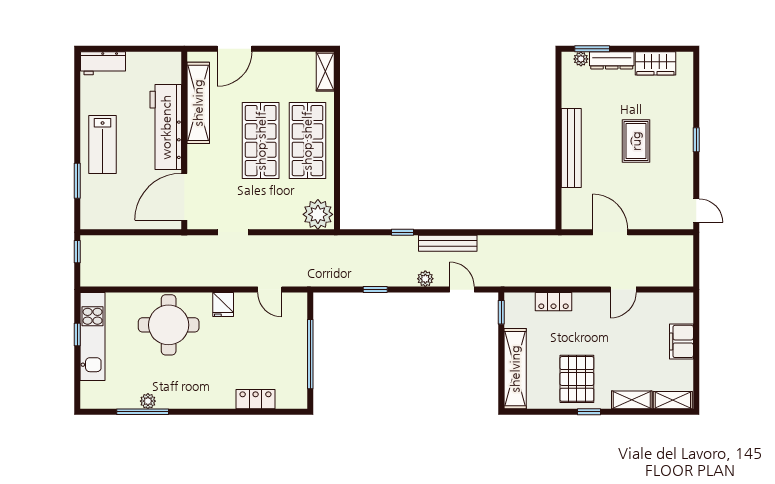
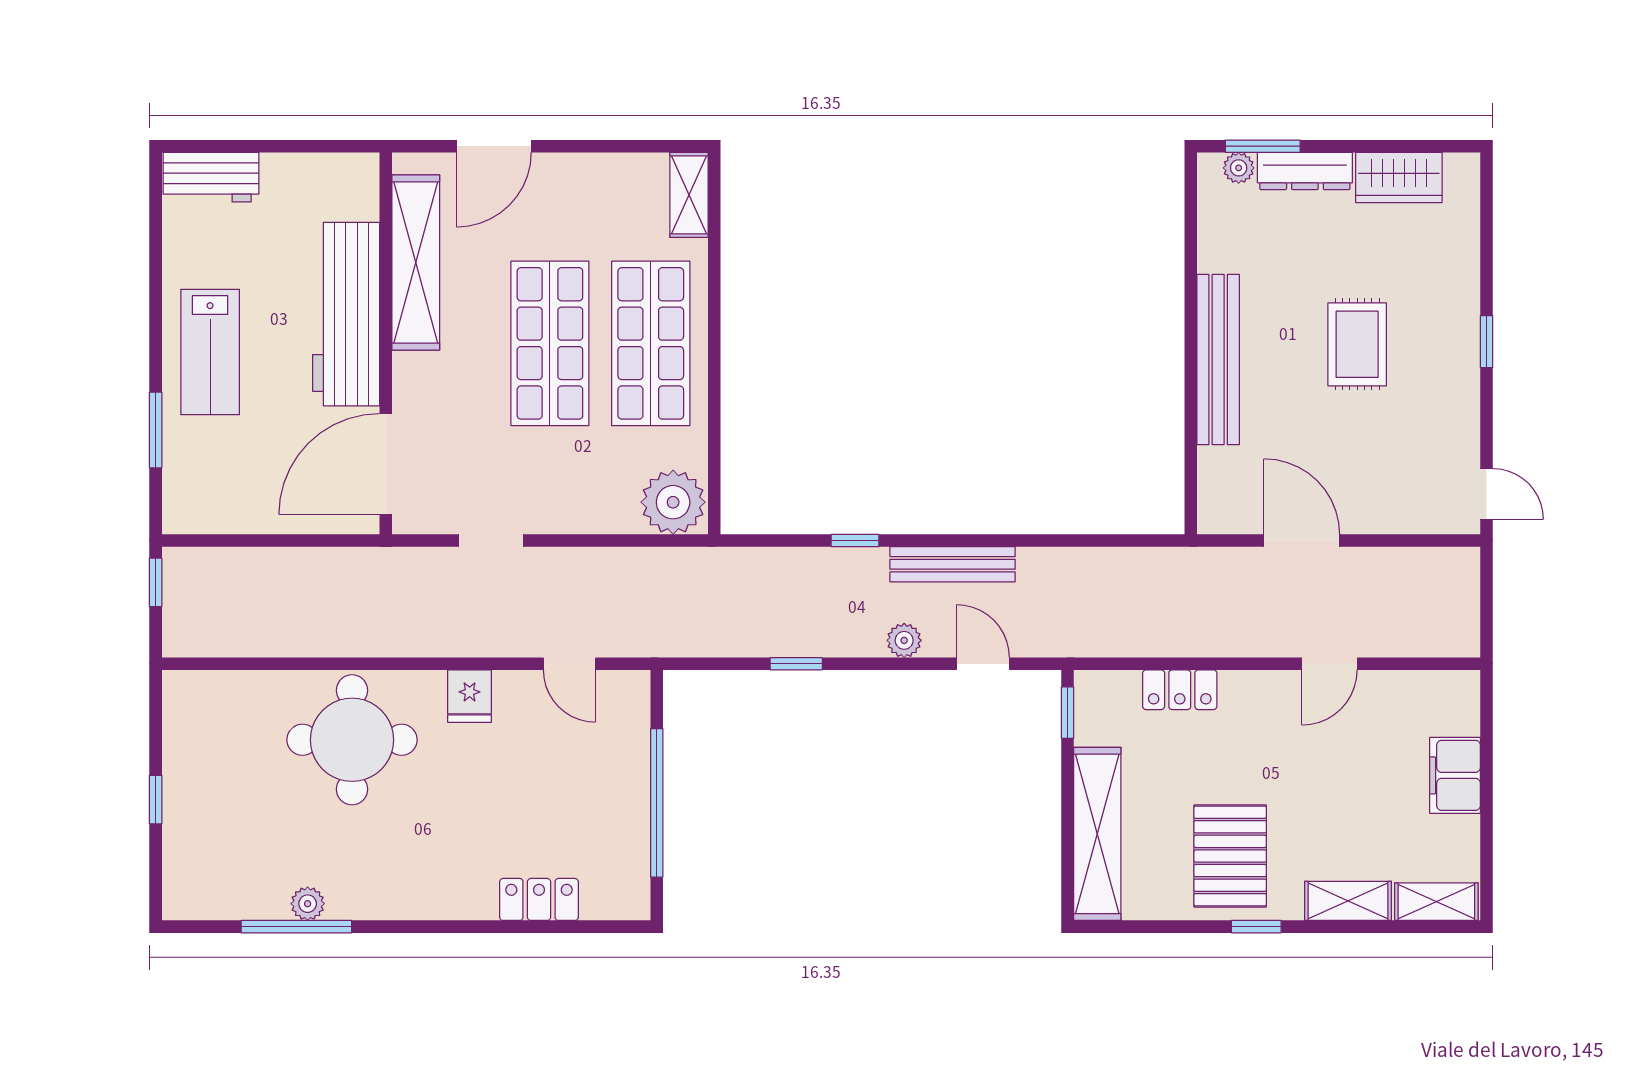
window: (77, 335) -> (156, 800), moved
kitchen unit: (93, 336) -> (189, 765), removed

